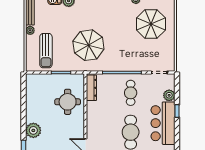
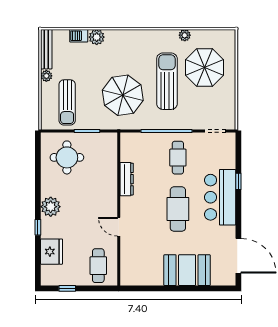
sun lounger: (122, 34) -> (167, 81), added
dresser: (91, 88) -> (127, 179), moved
plant: (169, 95) -> (228, 161), removed
round table: (68, 102) -> (67, 157), moved

